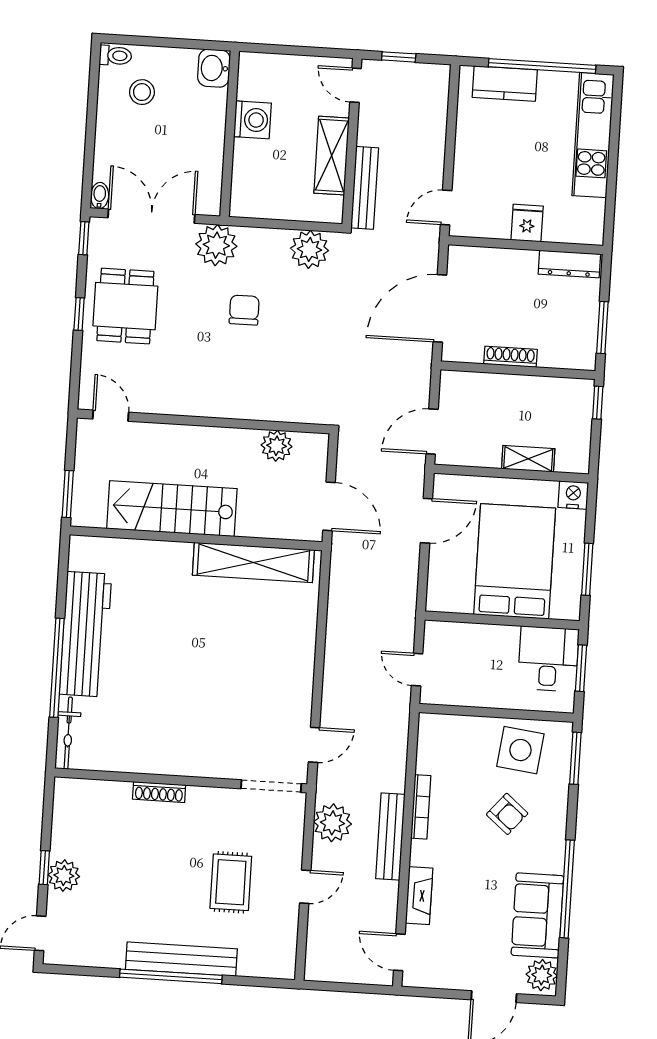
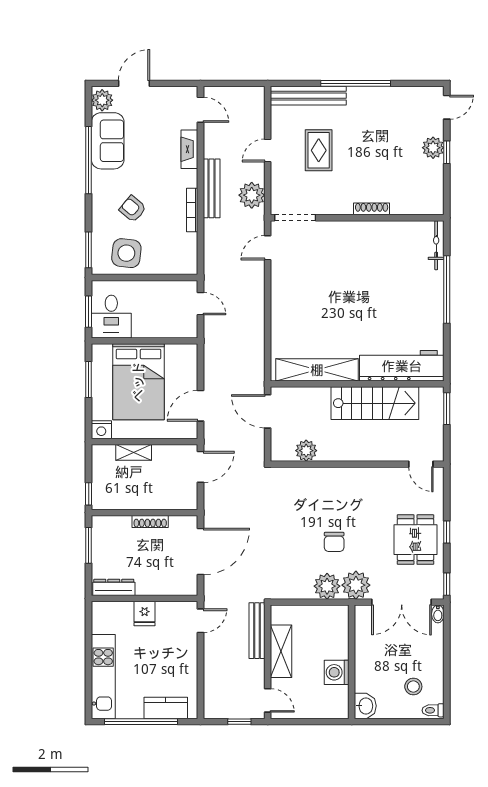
plant: (309, 249) -> (327, 586), moved
workbench: (86, 634) -> (402, 366), moved, turned 90
bench: (181, 959) -> (308, 96), moved

